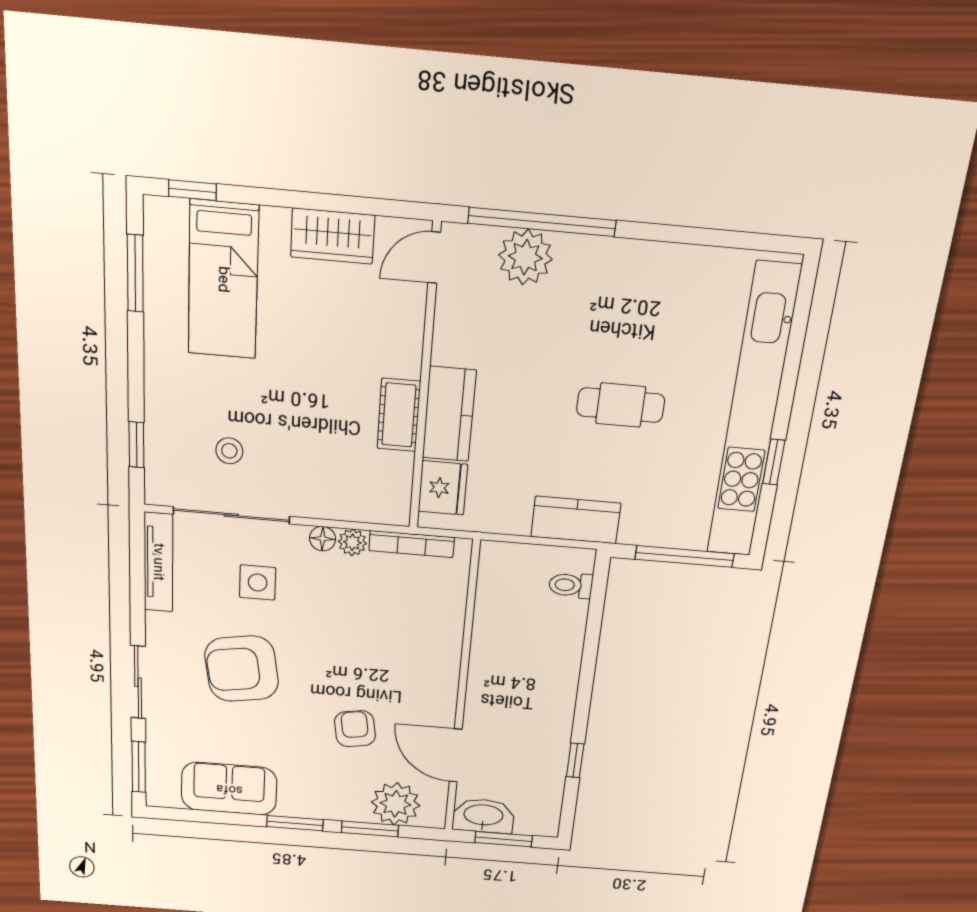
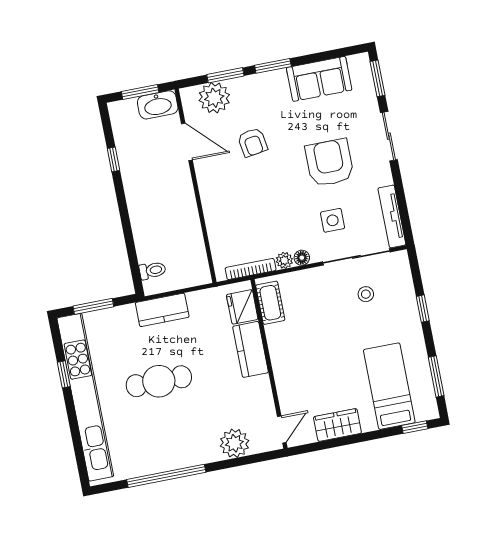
window: (542, 222) -> (166, 476), moved
cafe table: (621, 405) -> (159, 381), width x1.37, depth x1.35
cot: (399, 415) -> (270, 303), moved
window: (136, 445) -> (423, 309), moved
window: (685, 556) -> (93, 306), width x0.69
armchair: (242, 669) -> (330, 163), turned -81

